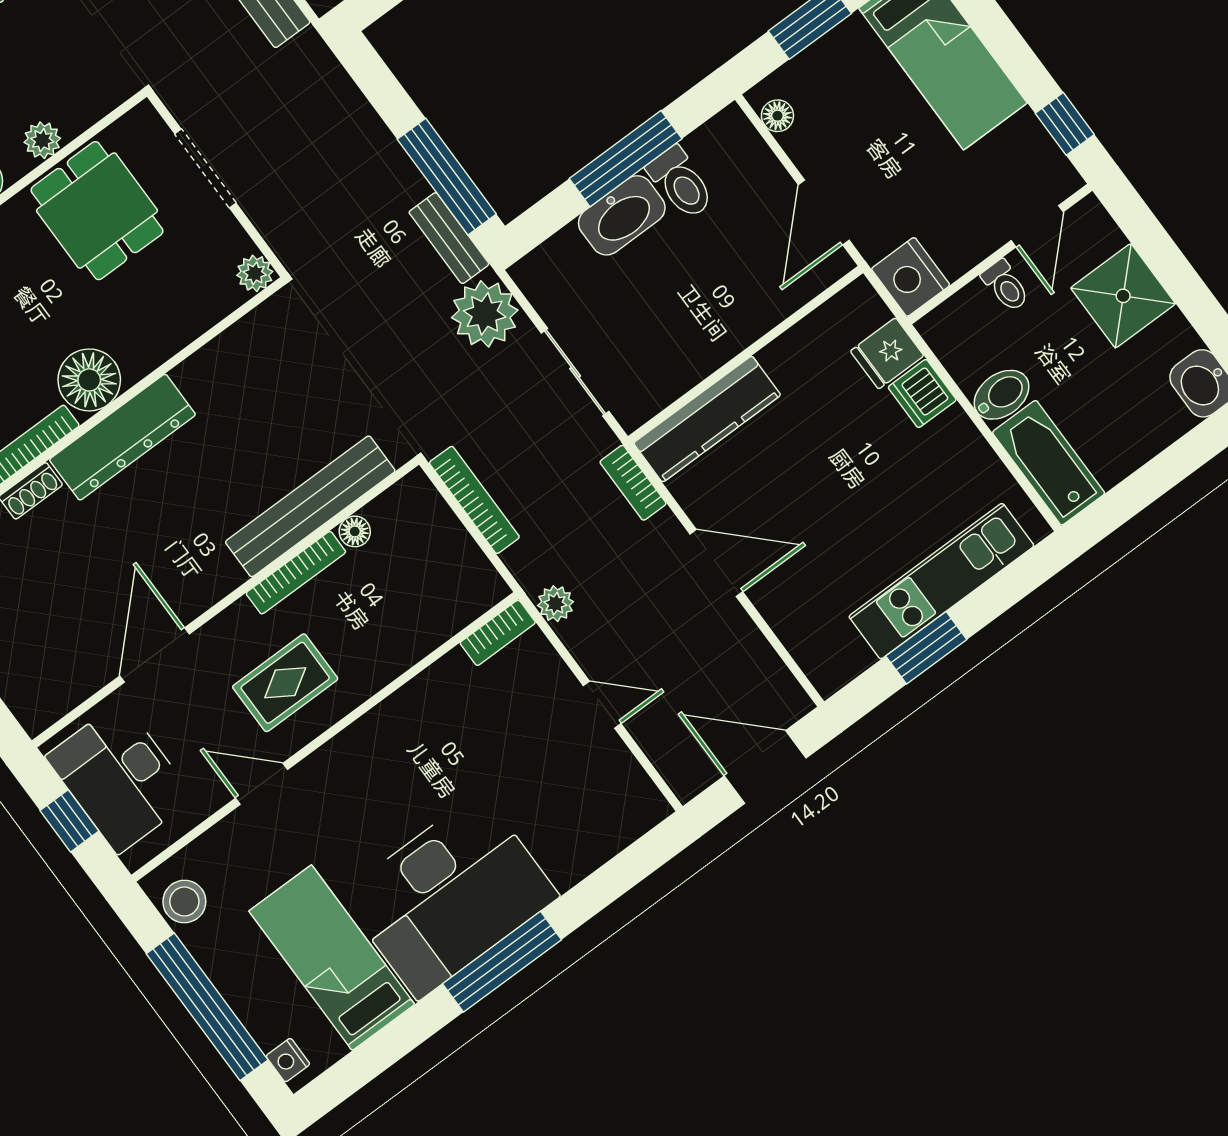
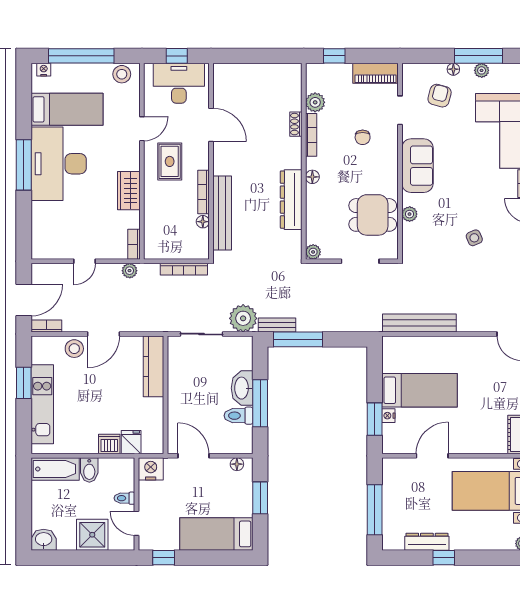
floor lamp: (89, 380) -> (312, 177), width x0.53, depth x0.53
dresser: (122, 437) -> (291, 200), moved
bookcase: (633, 483) -> (46, 326), moved
stool: (787, 599) -> (74, 349), added
wardrobe: (401, 720) -> (129, 191), added

